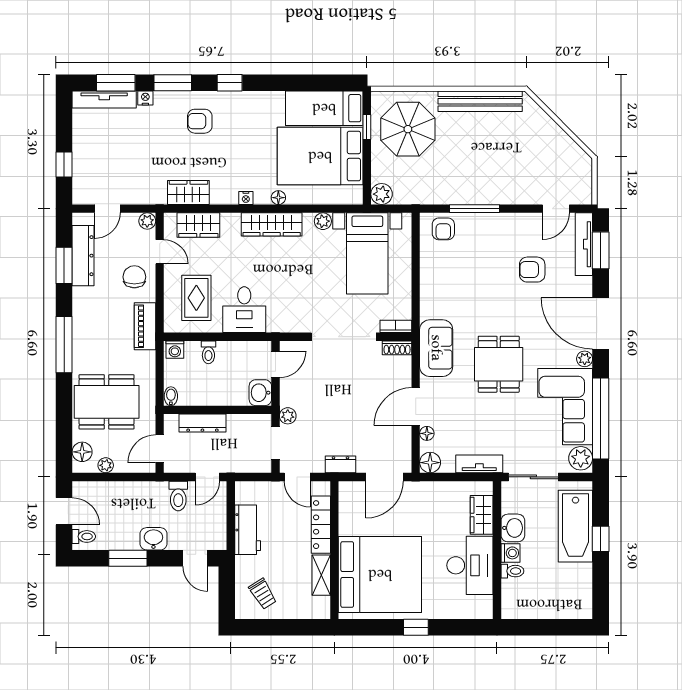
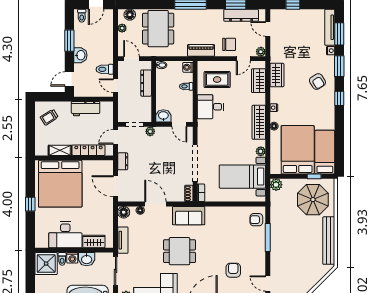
armchair: (200, 121) -> (317, 81), turned 148
shower: (521, 599) -> (46, 264), added

